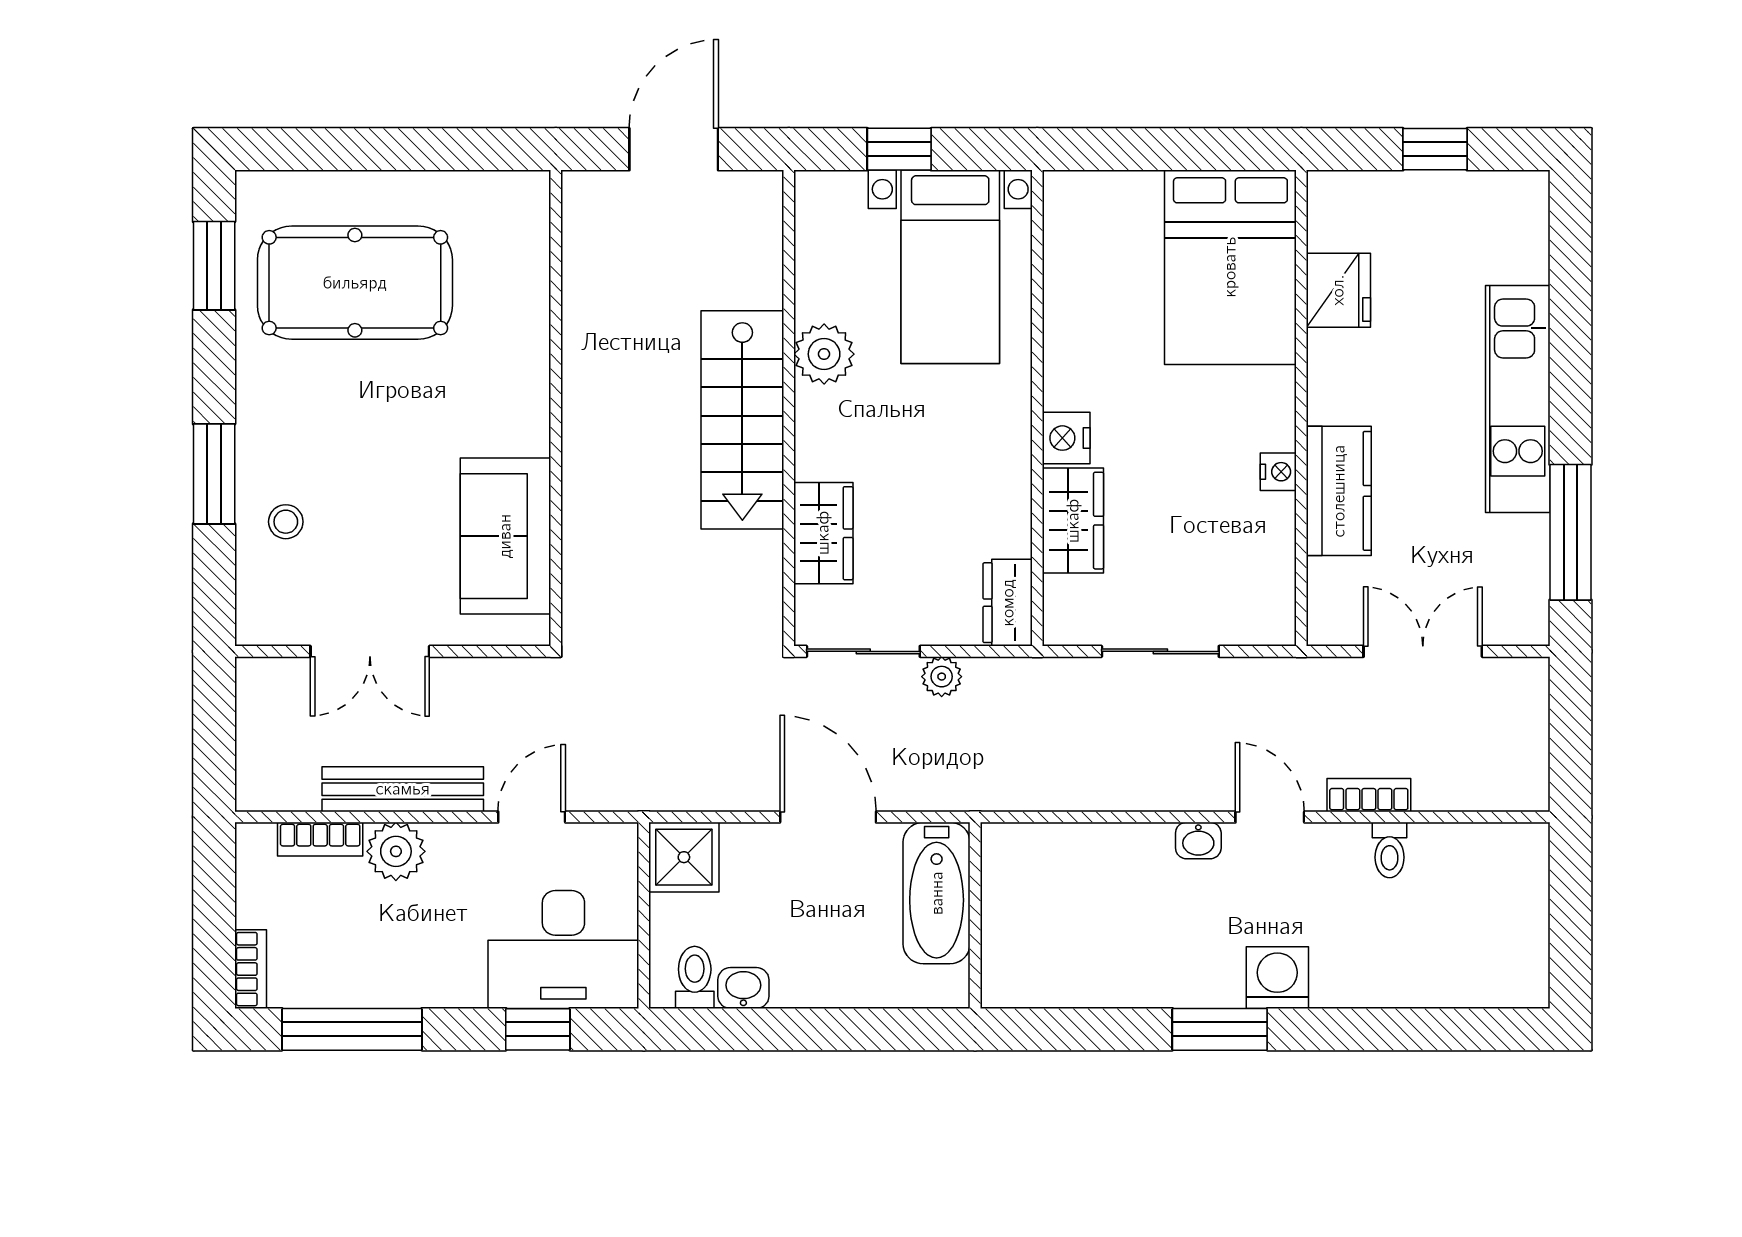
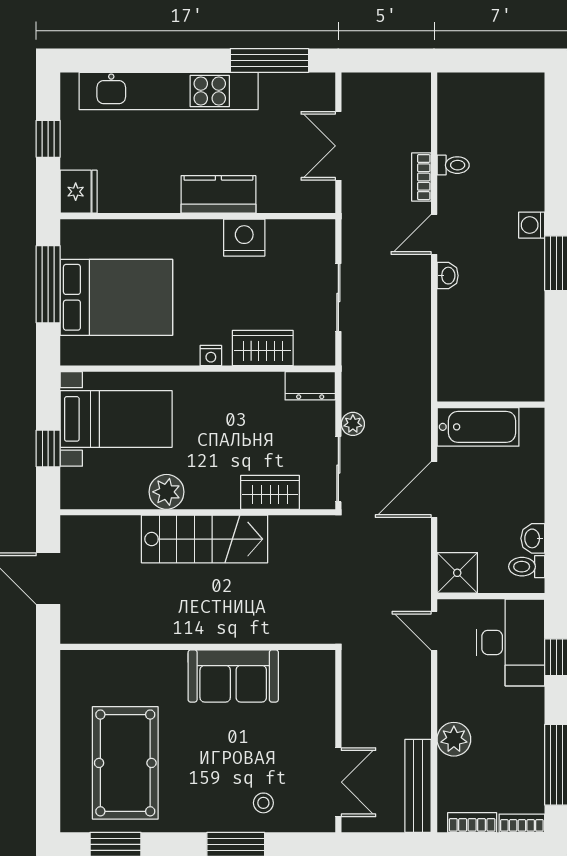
window: (1183, 149) -> (48, 284), added
bed: (1230, 267) -> (116, 297), moved
fridge: (1338, 290) -> (79, 192), moved, turned 90
kitchen unit: (1518, 399) -> (169, 91), width x1.36
nightstand: (1066, 438) -> (211, 356), width x0.72, depth x0.74
nightstand: (1278, 472) -> (244, 238), width x1.89, depth x1.79
kitchen counter: (1339, 491) -> (218, 194), moved
sofa: (505, 536) -> (233, 676), moved
double door: (370, 651) -> (338, 782), moved
bench: (403, 789) -> (418, 786), moved
door: (532, 817) -> (434, 631), moved
bookcase: (320, 839) -> (472, 823), moved, turned -90
washing machine: (1277, 978) -> (532, 225), width x0.73, depth x0.73

